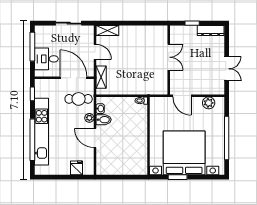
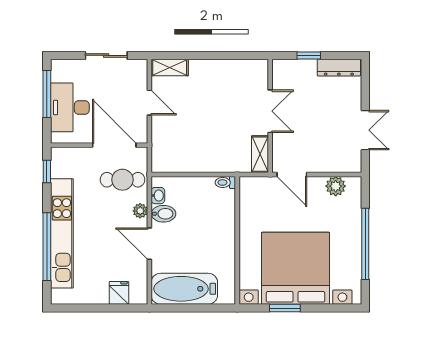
desk: (46, 59) -> (70, 107), width x1.37
shelving: (101, 77) -> (260, 154), moved
bathtub: (116, 165) -> (184, 289), added

